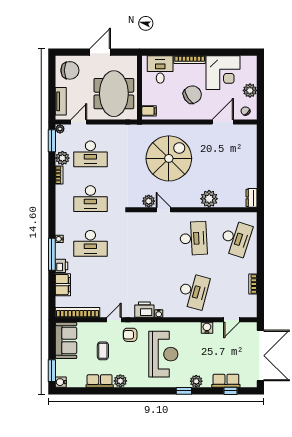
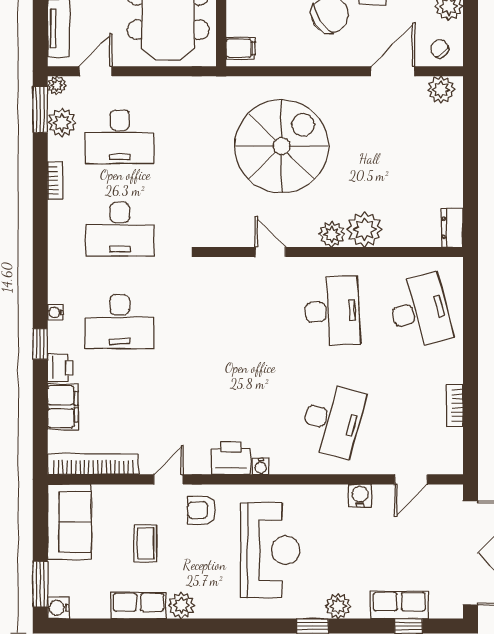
plant: (246, 131) -> (441, 90), added
plant: (62, 158) -> (62, 123), moved
plant: (149, 201) -> (332, 234), moved
desk: (236, 238) -> (420, 311), turned -33
window: (52, 254) -> (40, 344), width x0.46

